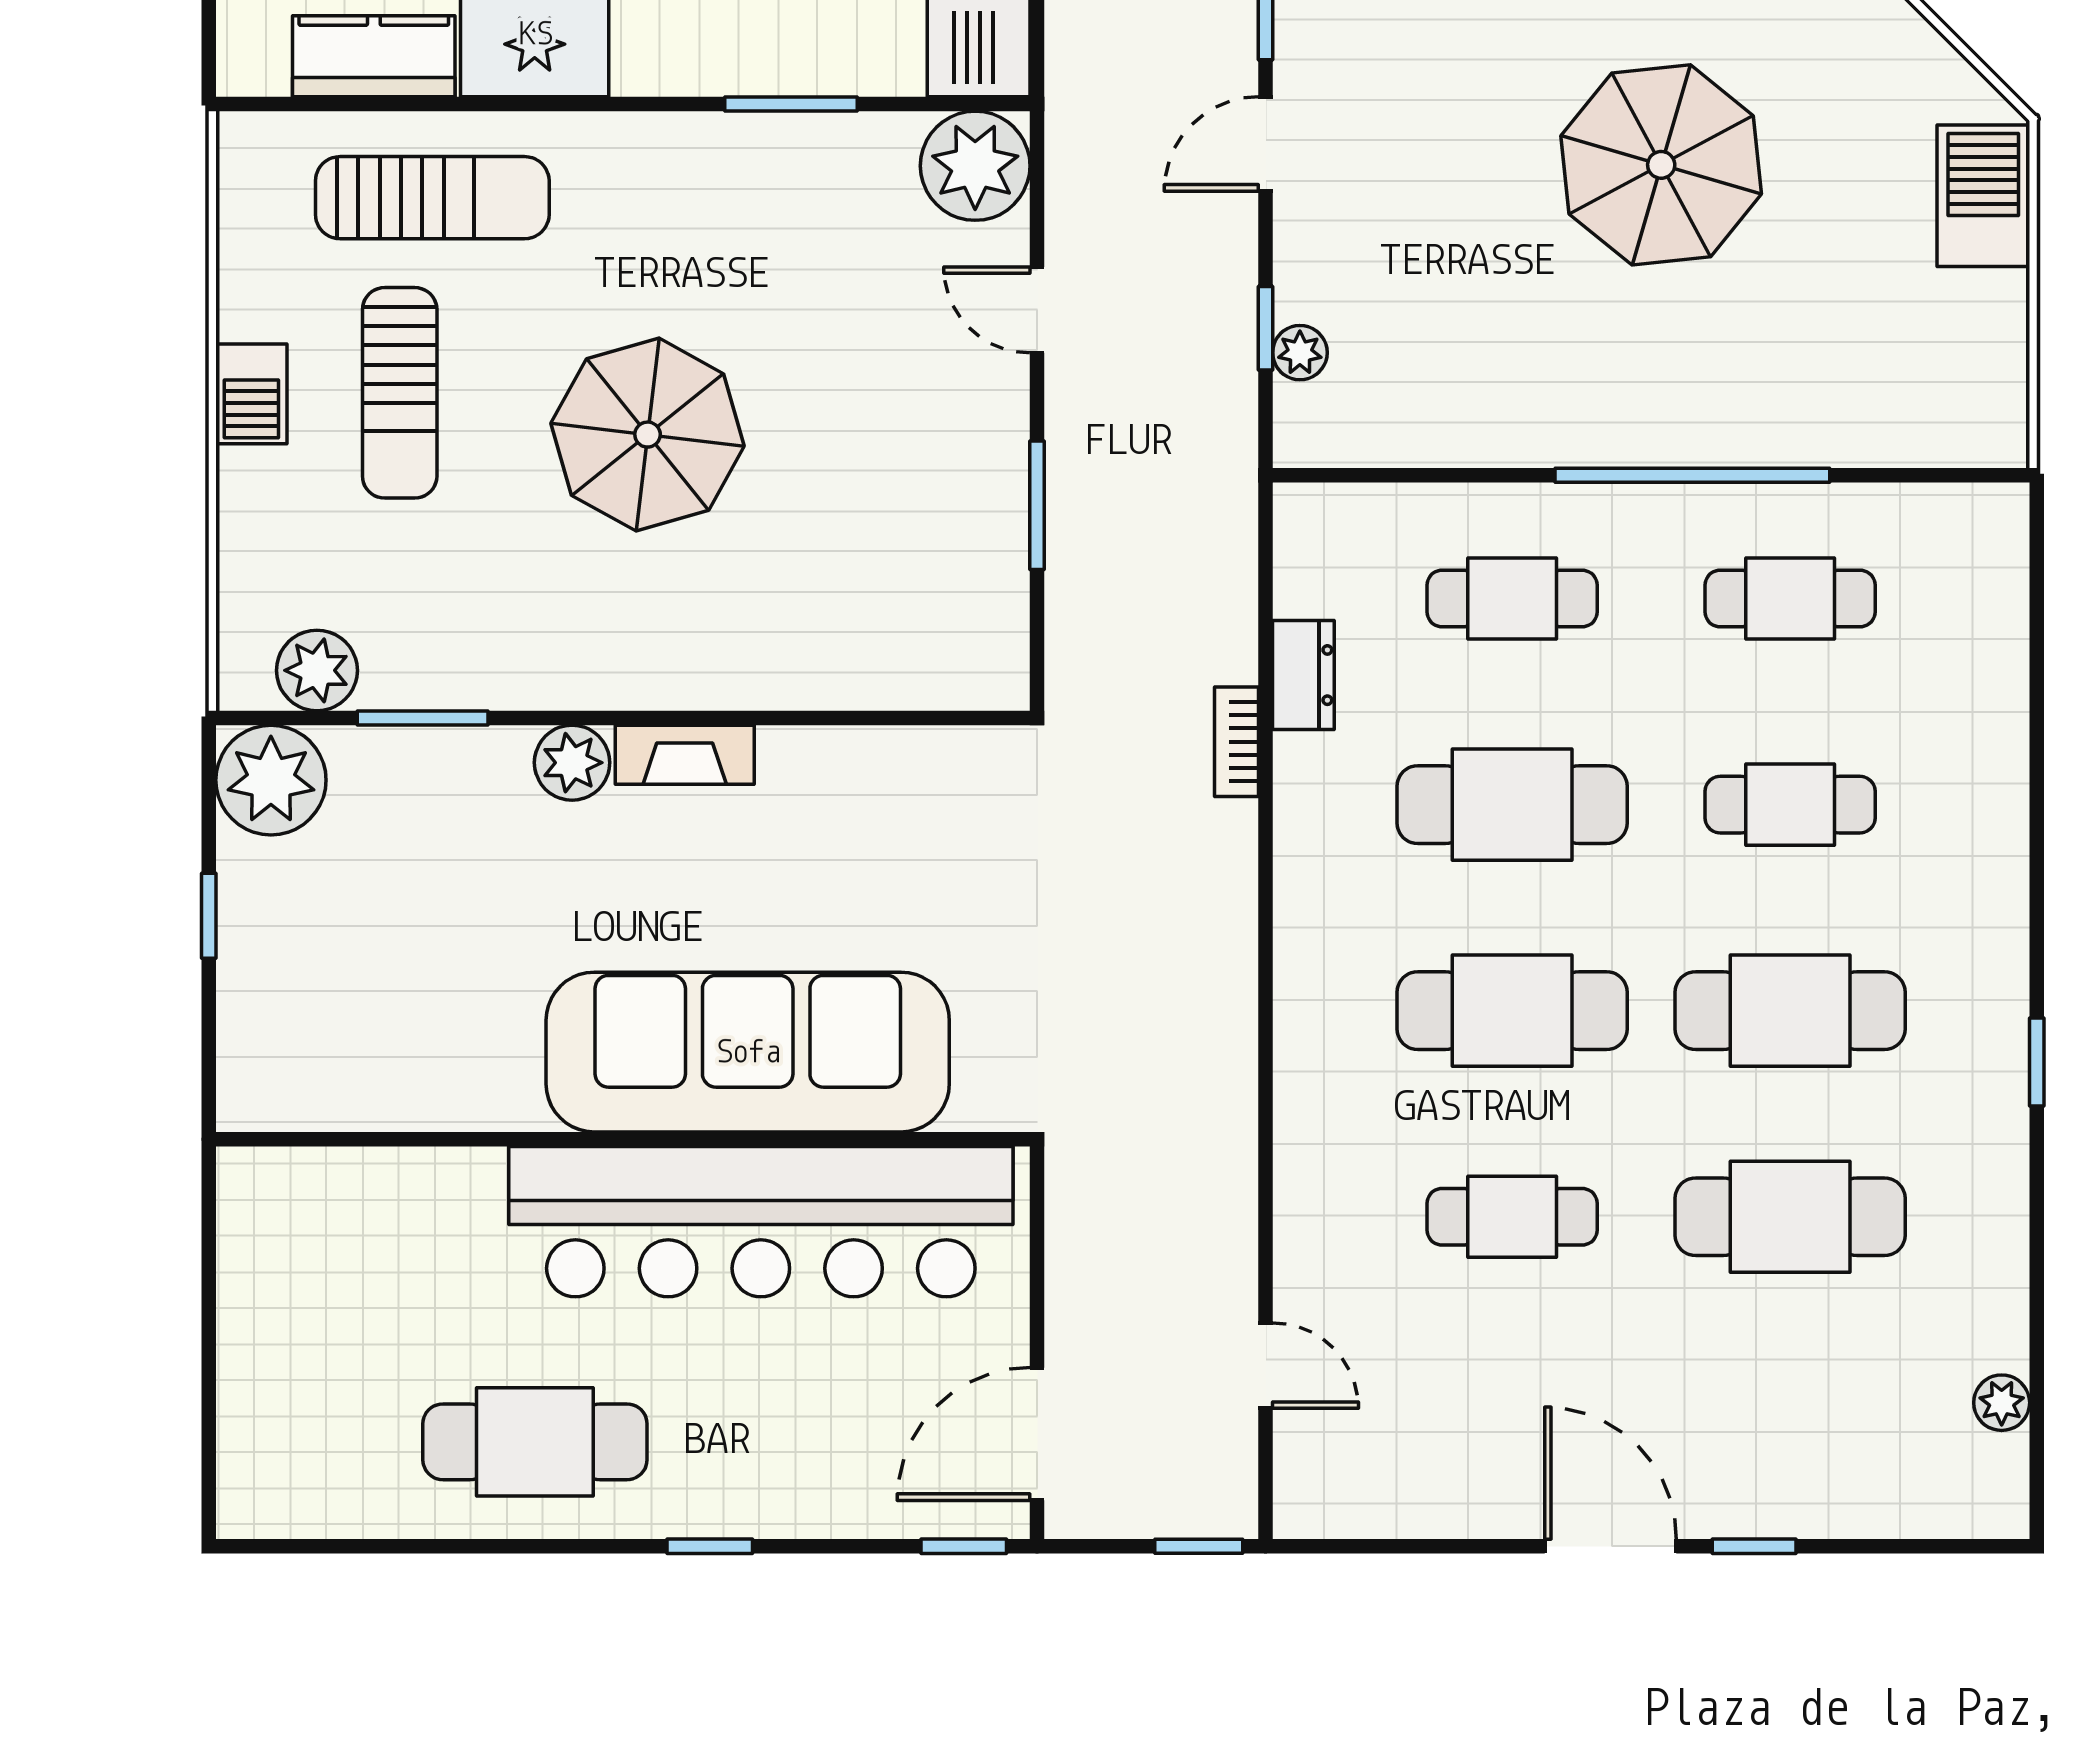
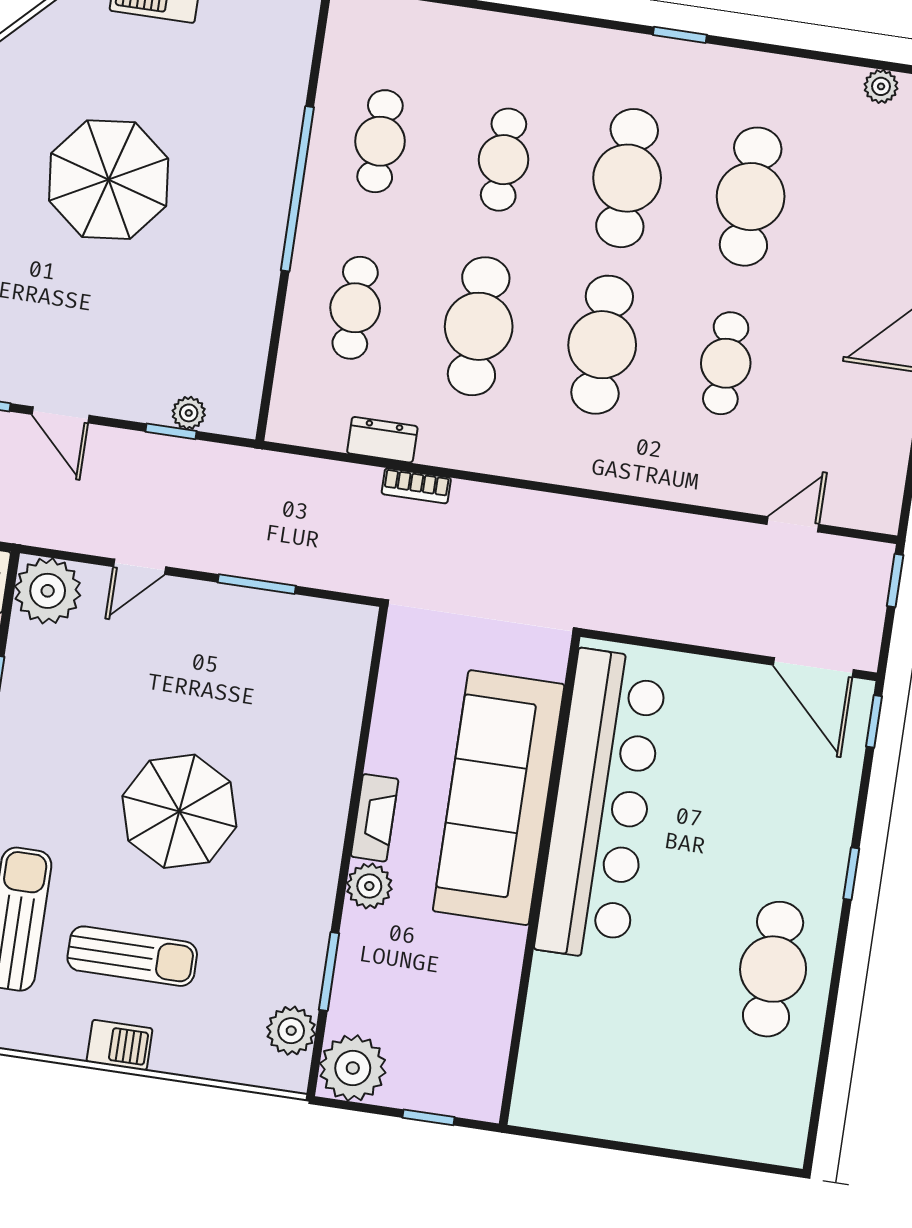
sofa: (748, 1052) -> (499, 798), moved
wall: (623, 1139) -> (540, 880), moved
bar counter: (761, 1222) -> (601, 805), moved

